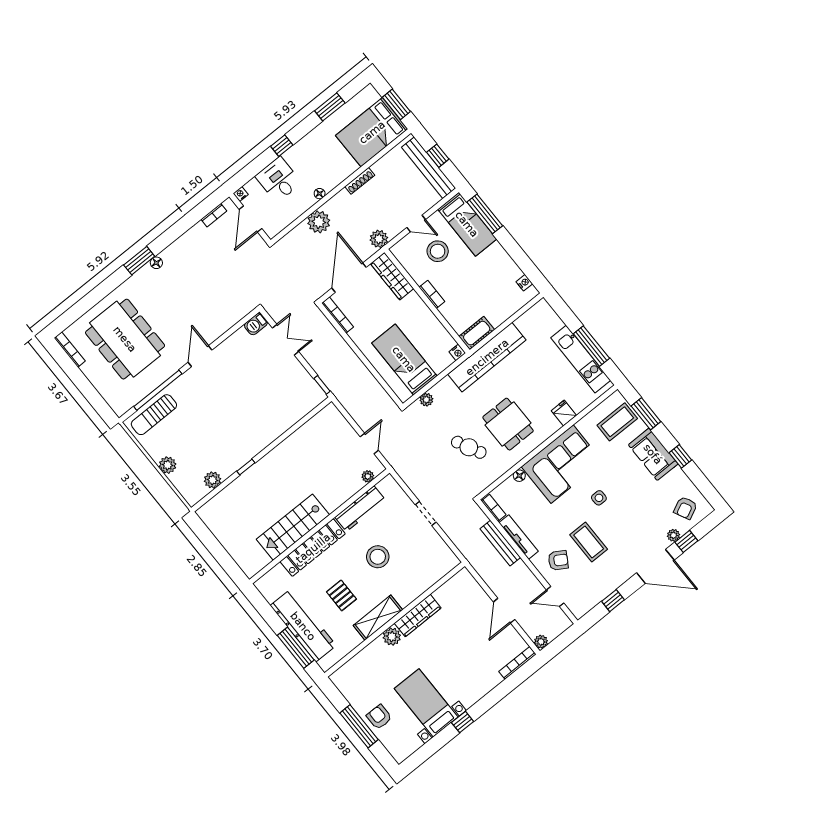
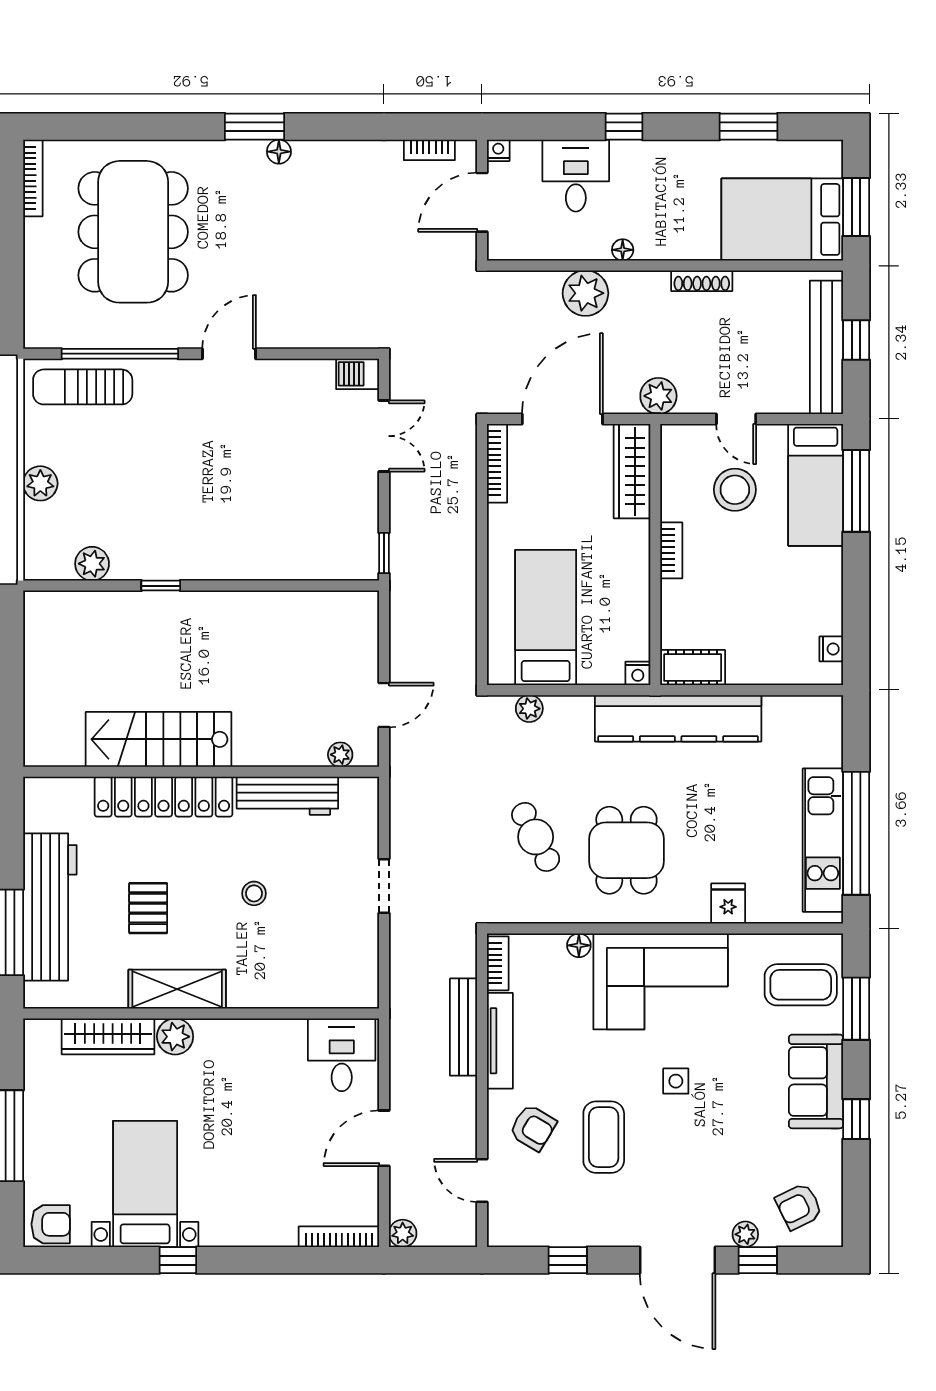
window: (591, 346) -> (856, 833), width x1.46
stool: (378, 557) -> (254, 893), width x0.53, depth x0.53
desk: (462, 592) -> (342, 1055), added
wardrobe: (418, 616) -> (108, 1036), moved
armchair: (379, 717) -> (51, 1224), moved, turned 90

